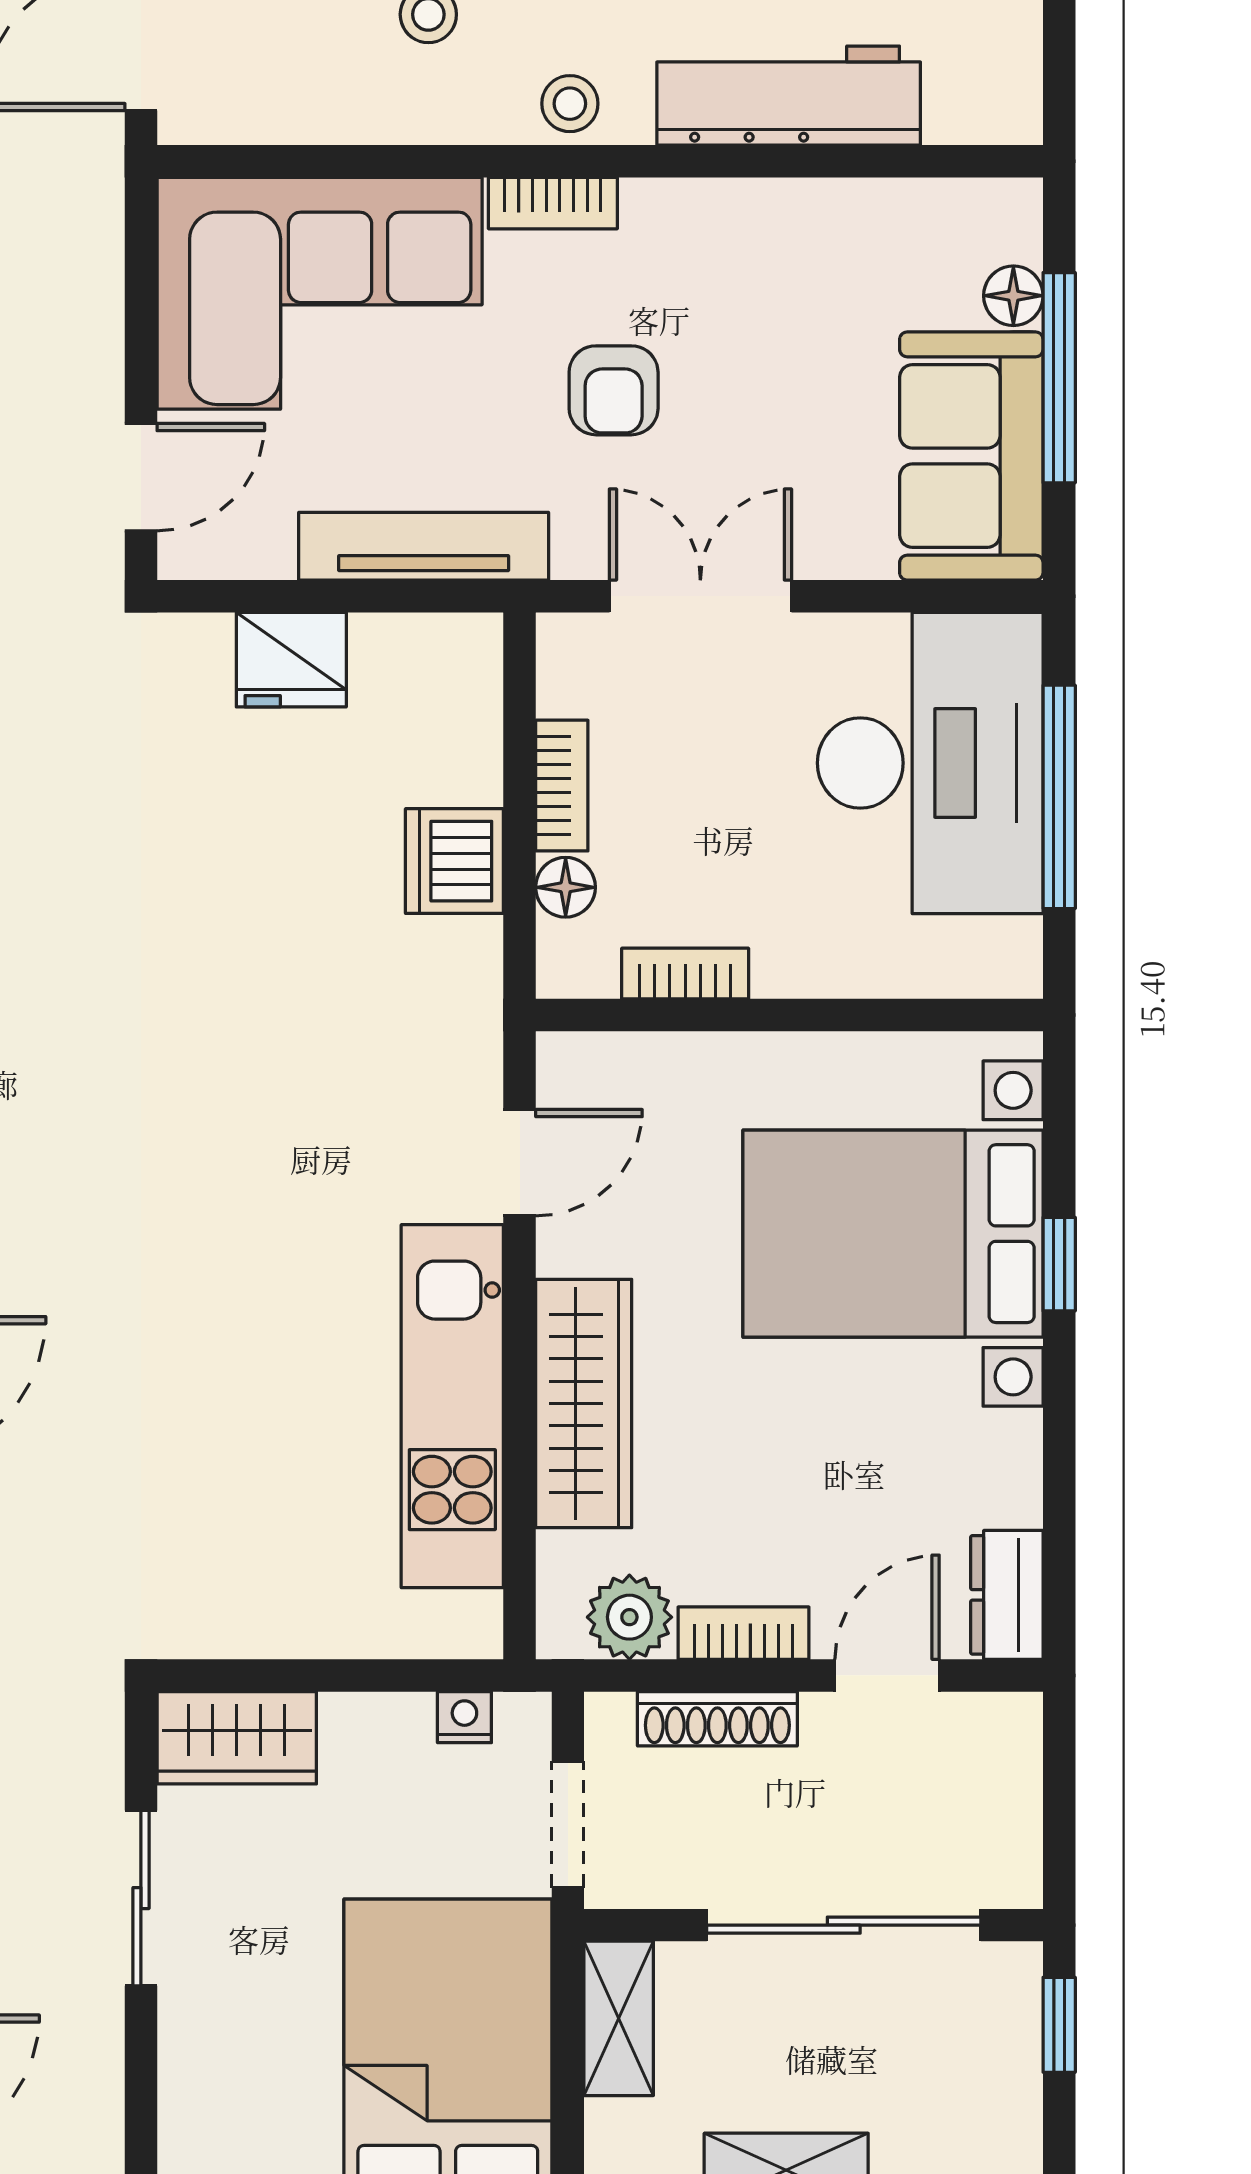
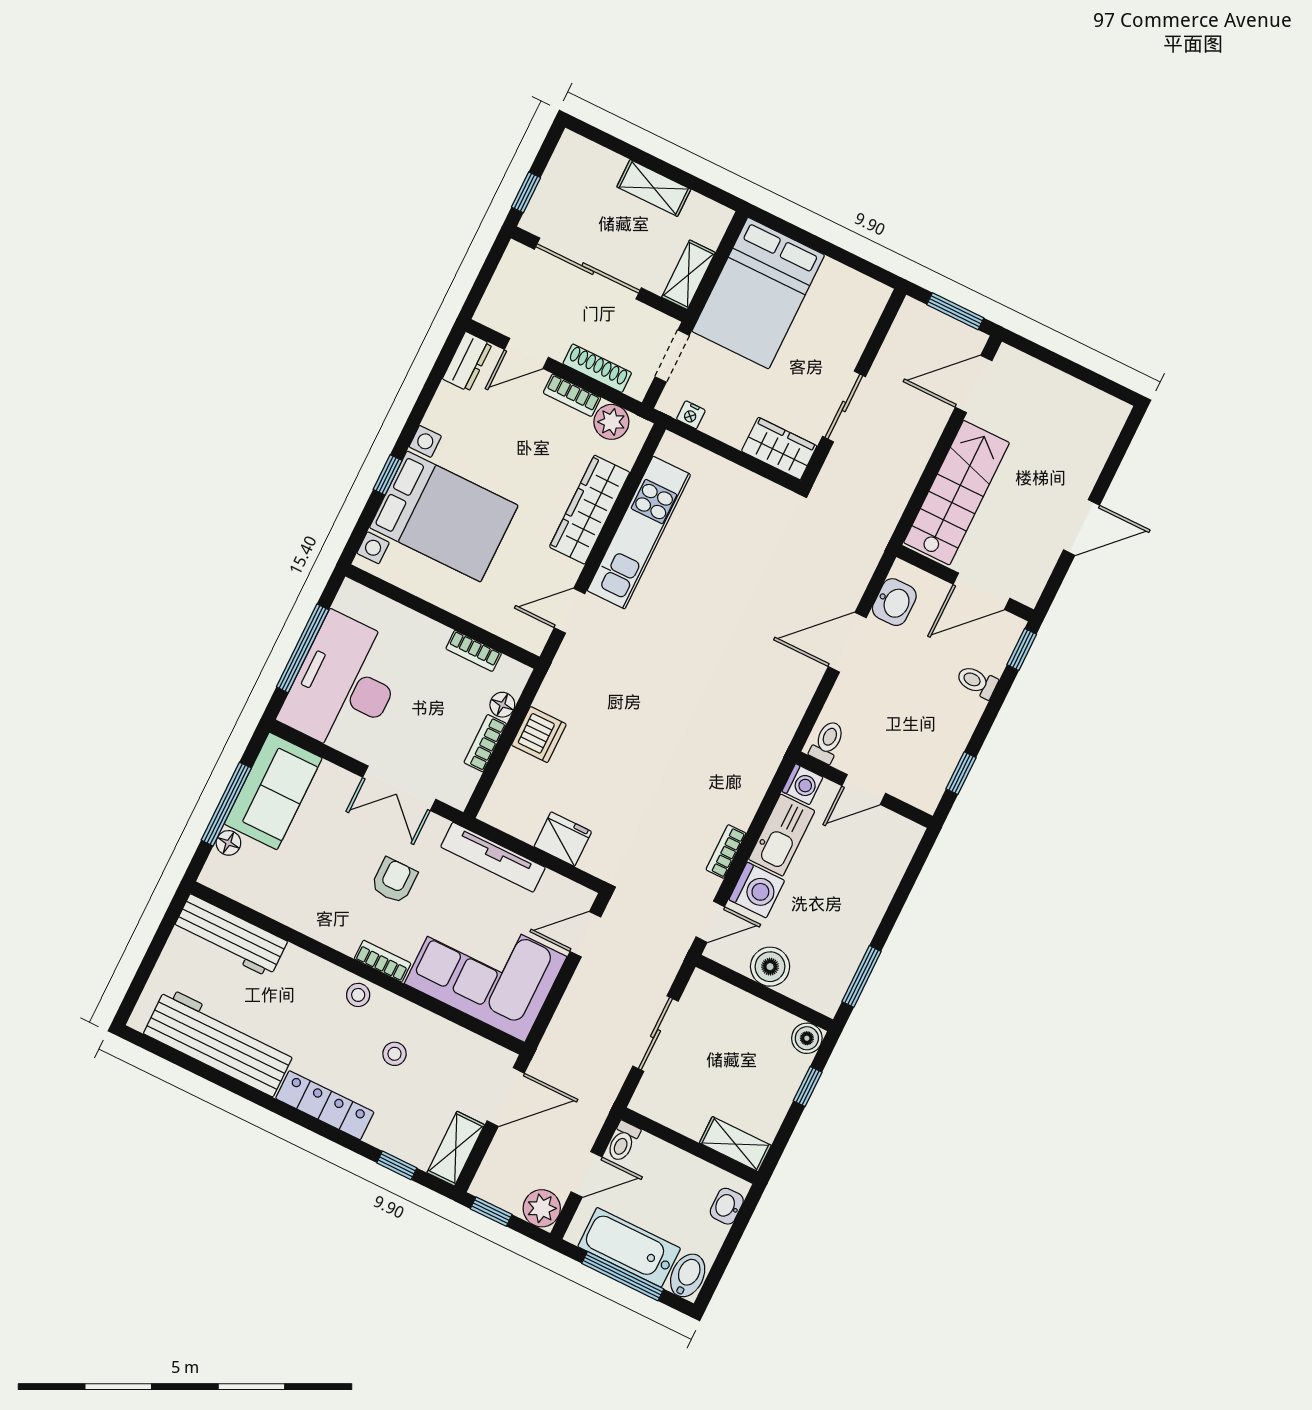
workbench: (789, 96) -> (230, 936), moved

